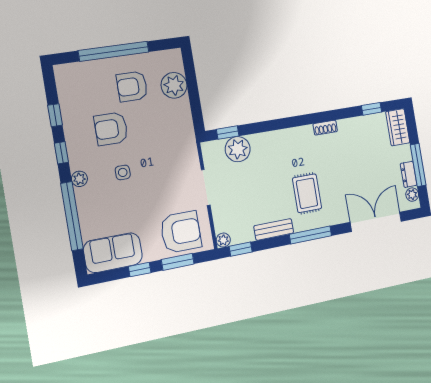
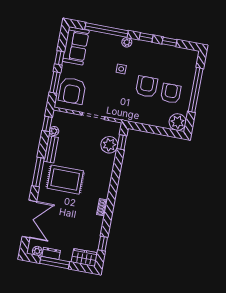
plant: (174, 85) -> (178, 122), moved
armchair: (111, 129) -> (147, 87), moved
rug: (307, 193) -> (65, 180), width x1.36, depth x1.43
plant: (223, 240) -> (54, 131), moved

